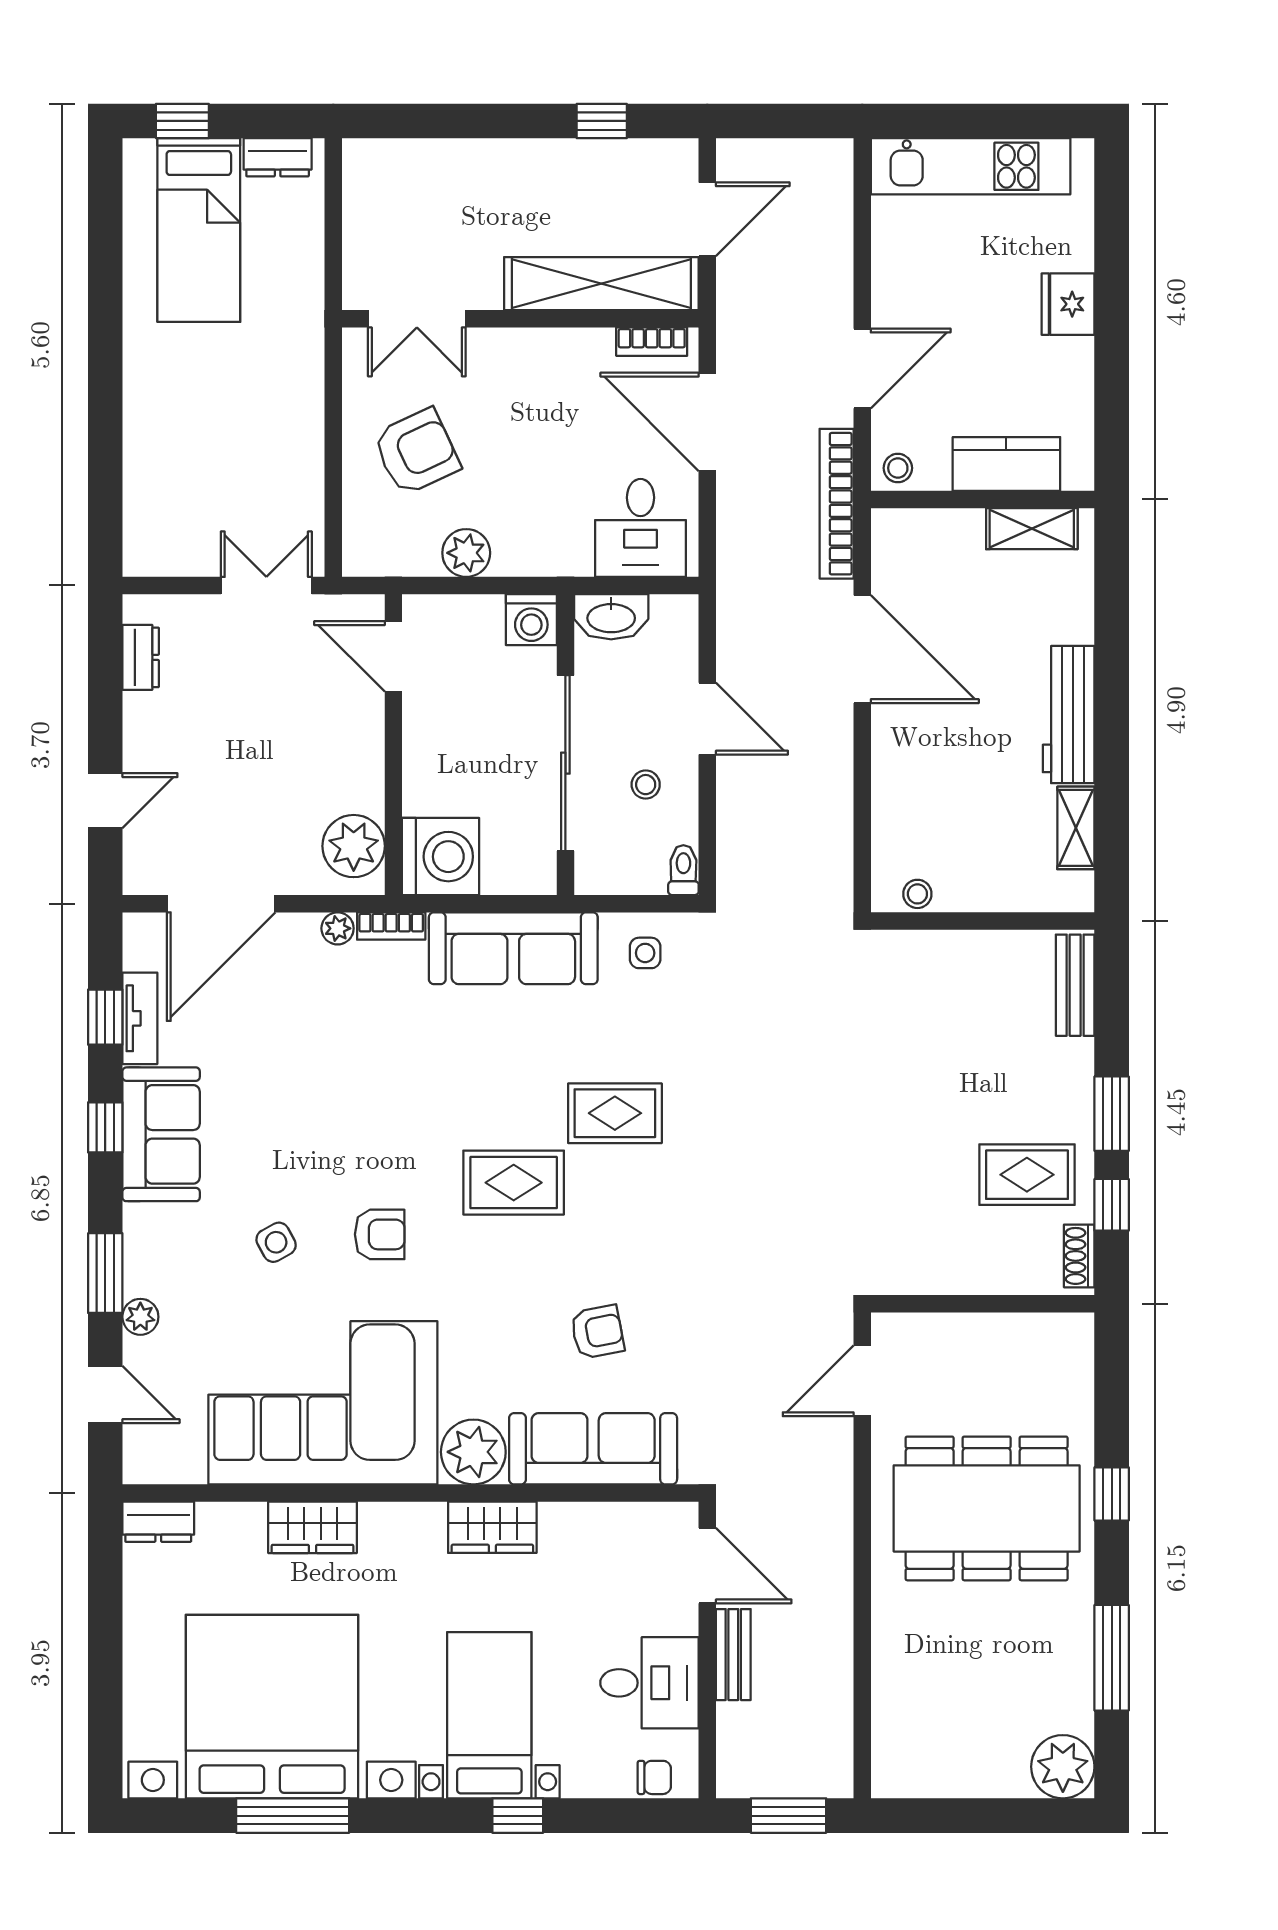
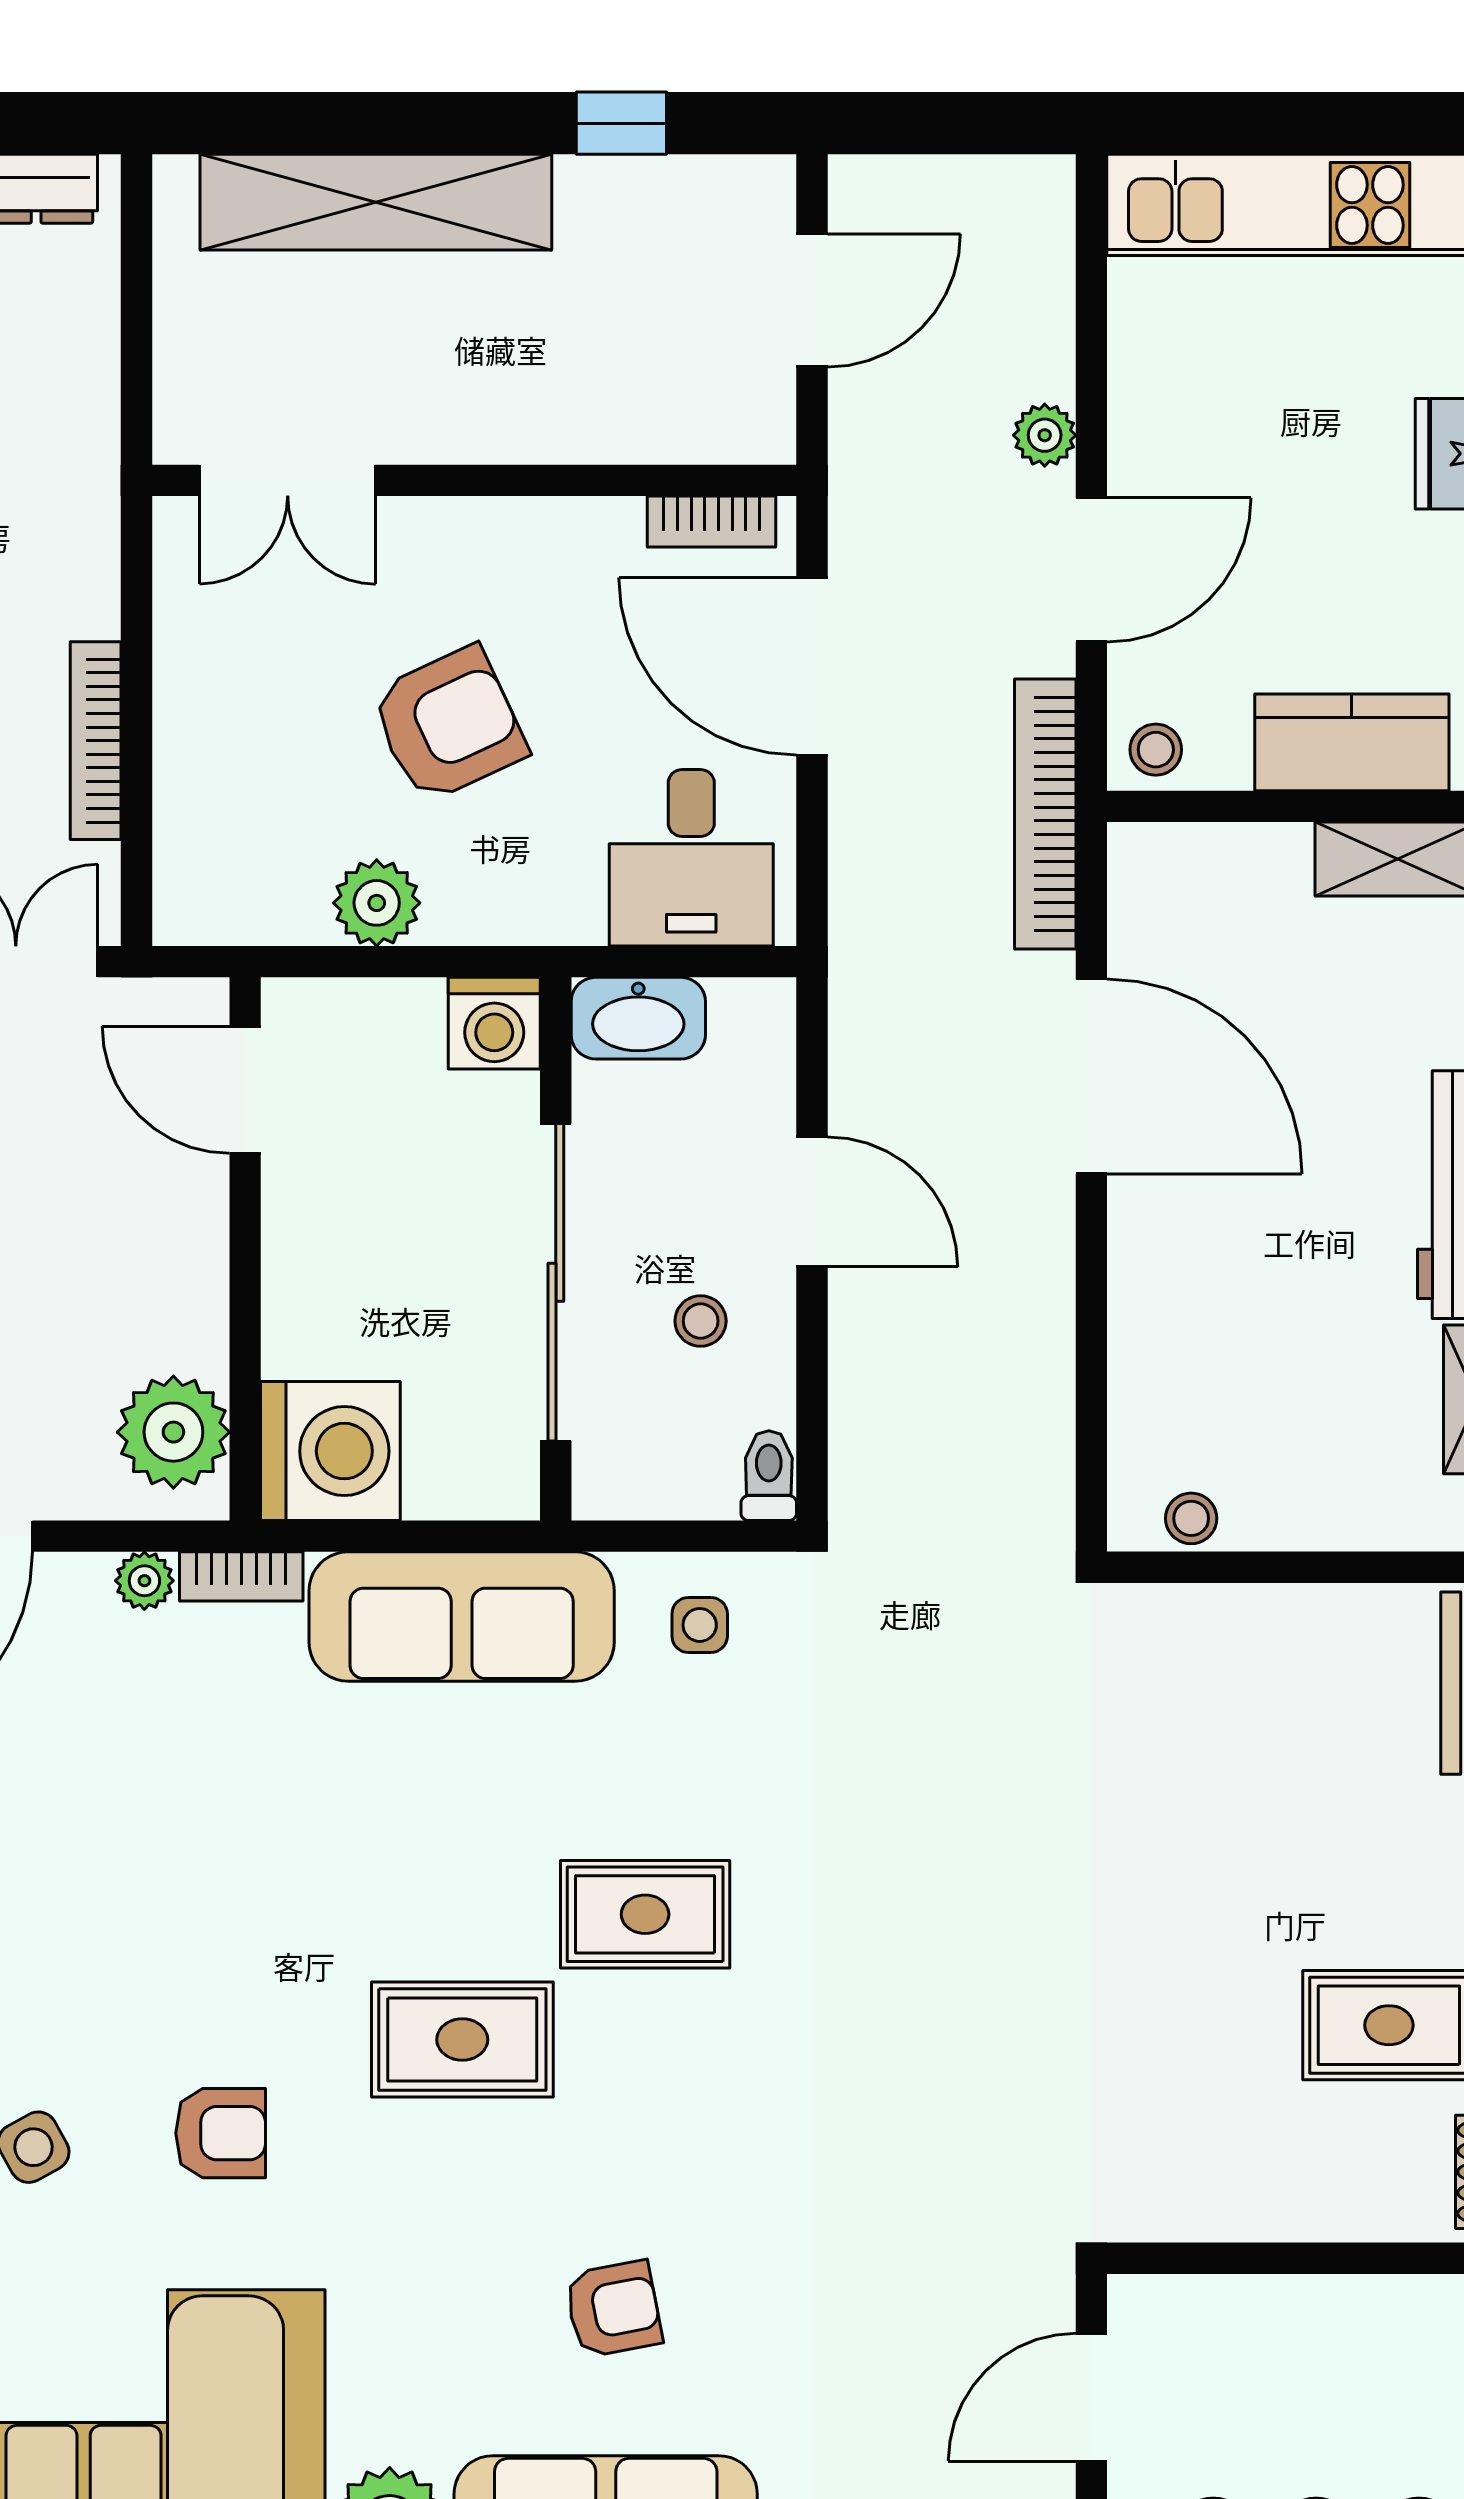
shelving: (601, 284) -> (376, 202), moved
plant: (836, 294) -> (1045, 435), added
armchair: (416, 452) -> (448, 724), moved
bookcase: (311, 463) -> (96, 741), added

